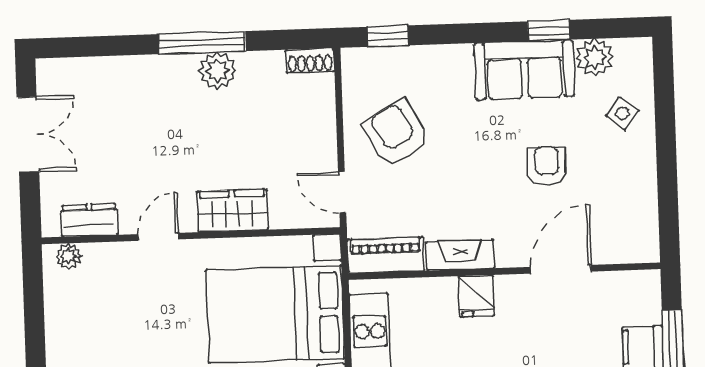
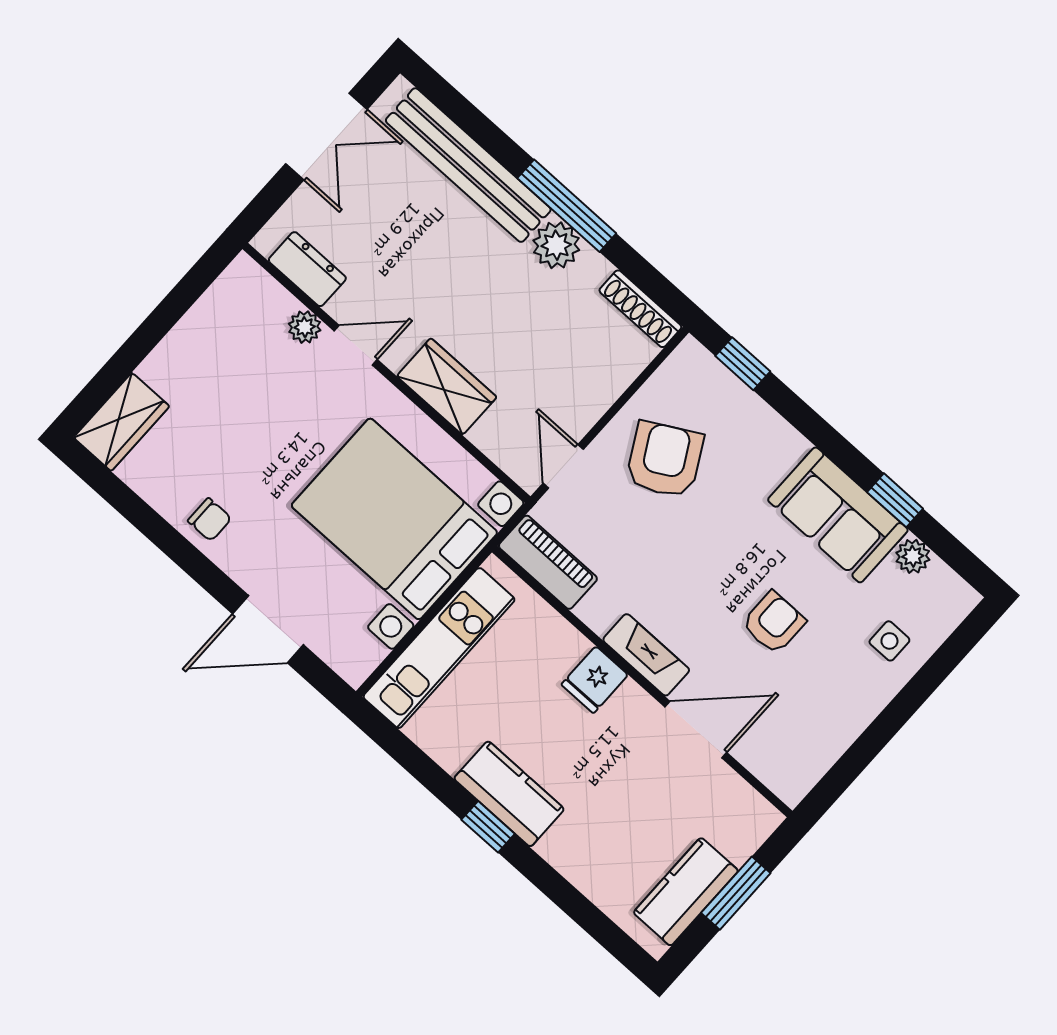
plant: (595, 57) -> (913, 556), width x0.73, depth x0.73
shoe rack: (310, 60) -> (640, 309), width x1.43
bench: (124, 73) -> (468, 165), added
side table: (622, 113) -> (889, 641), turned -38
fireplace: (460, 255) -> (646, 655), moved
plant: (69, 256) -> (305, 327), moved

